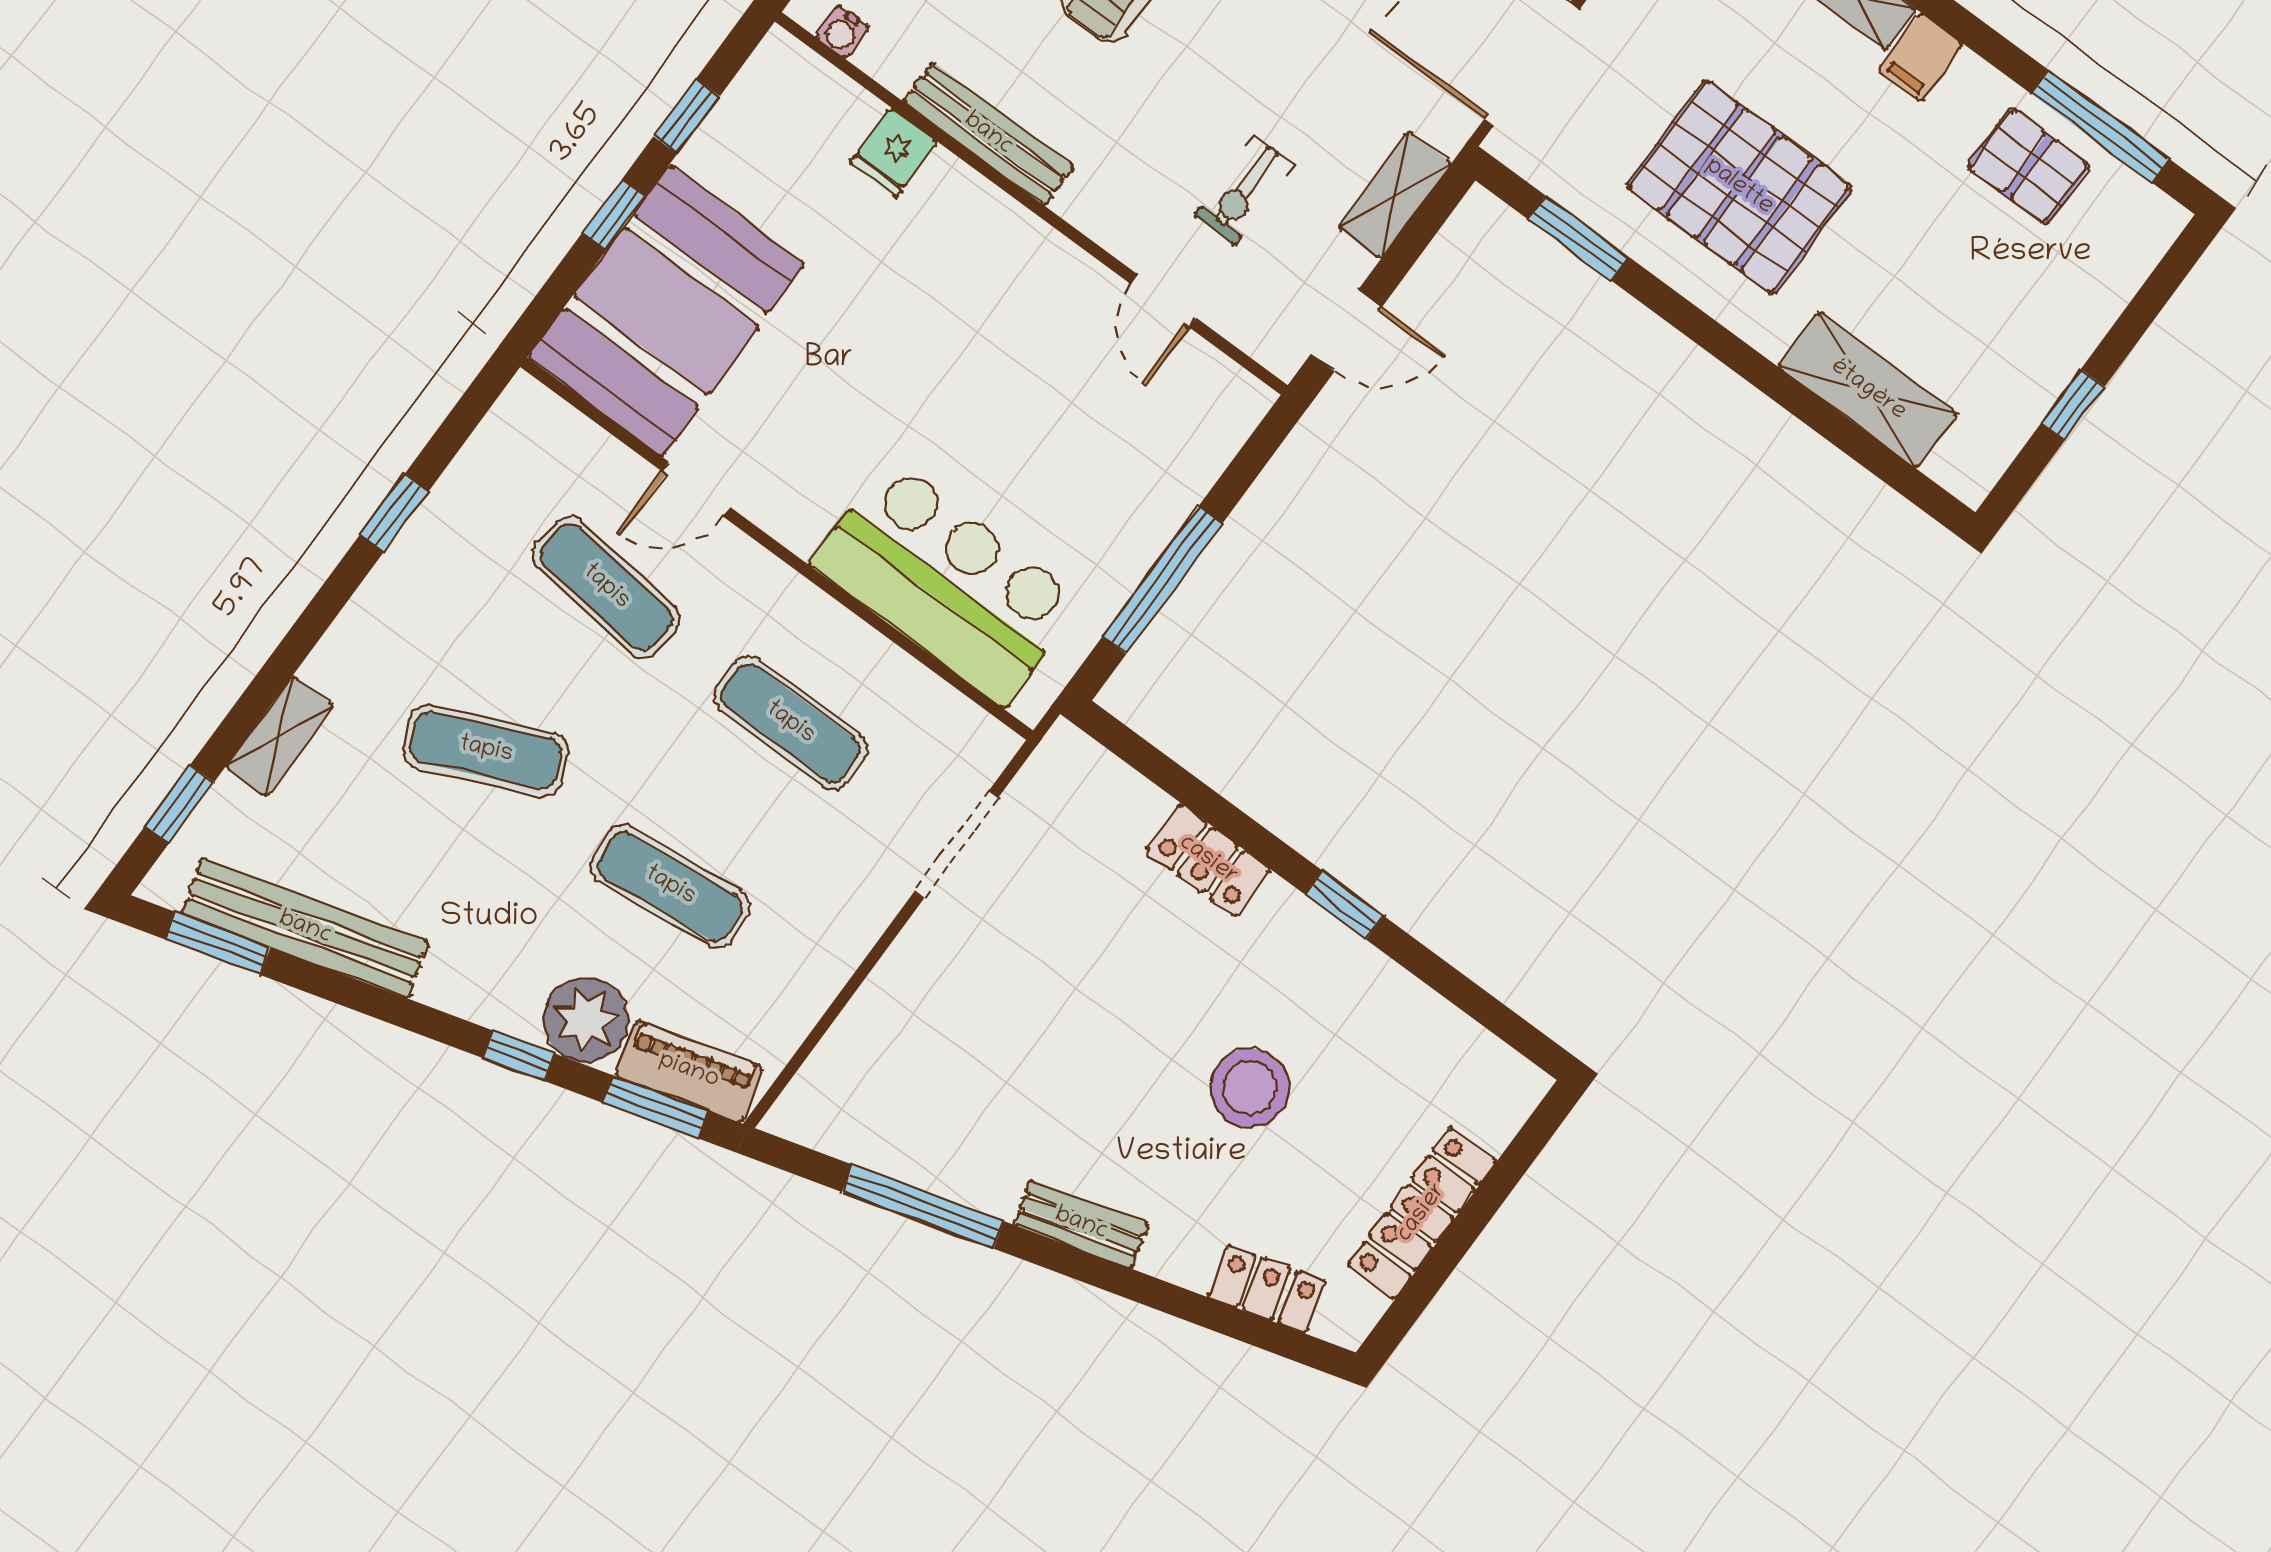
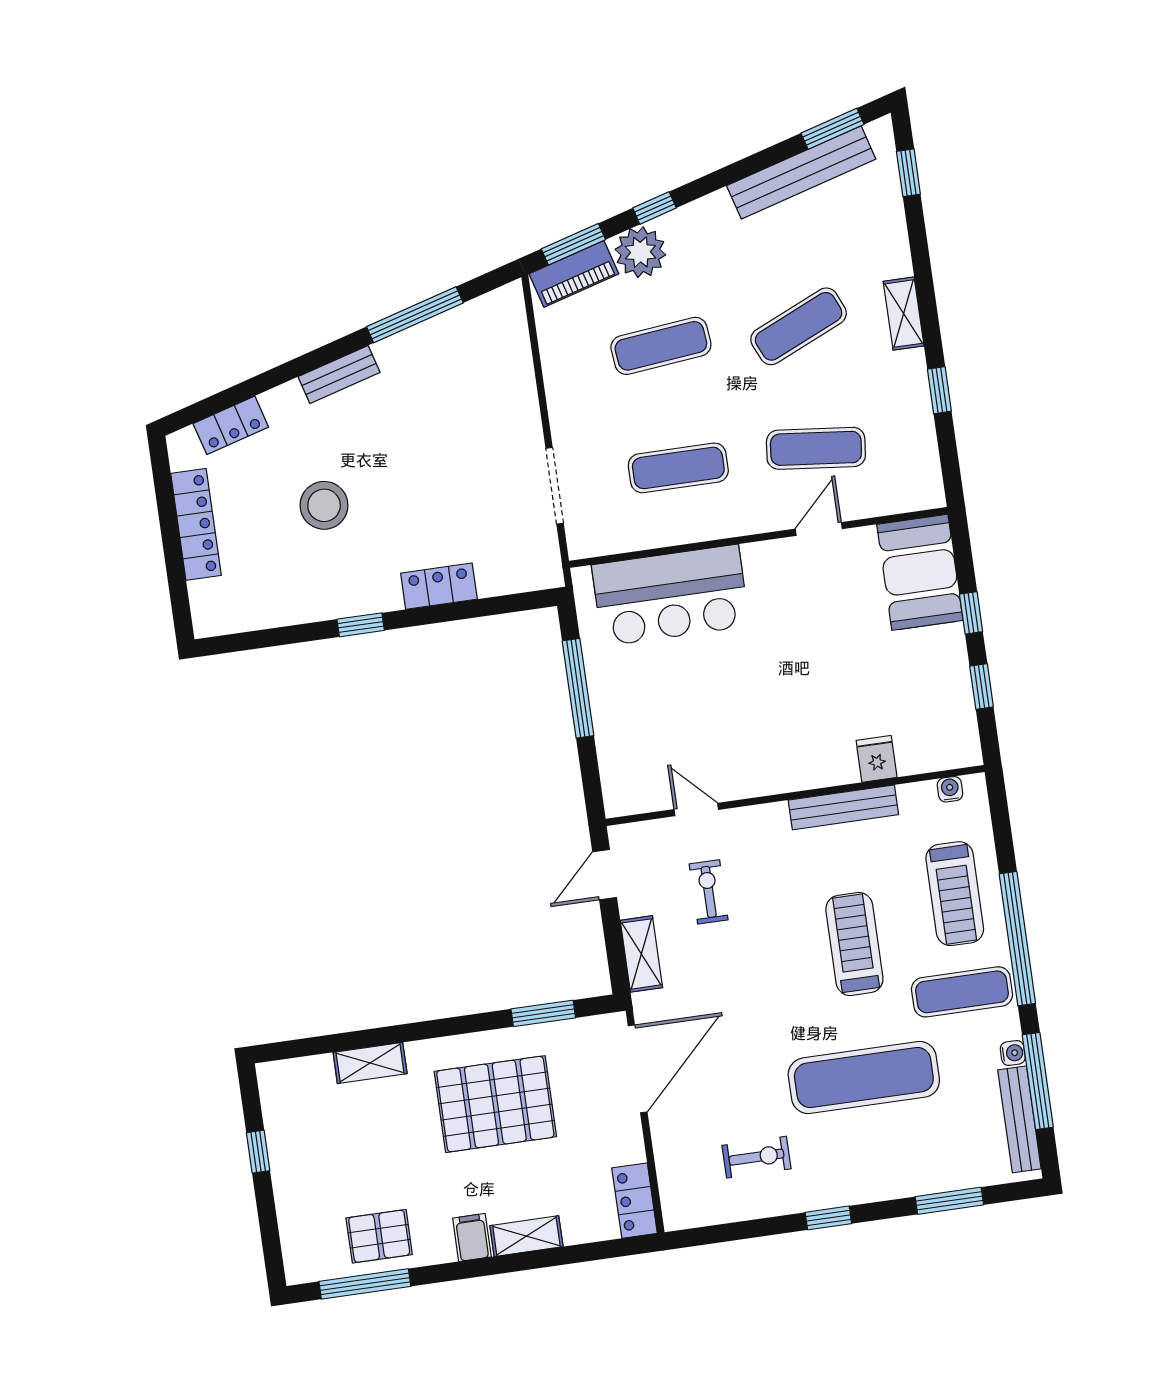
booth: (666, 311) -> (920, 572), width x0.73, depth x0.70
shelving: (1868, 390) -> (370, 1063), width x0.67, depth x0.75
shelving: (280, 736) -> (904, 314), moved

